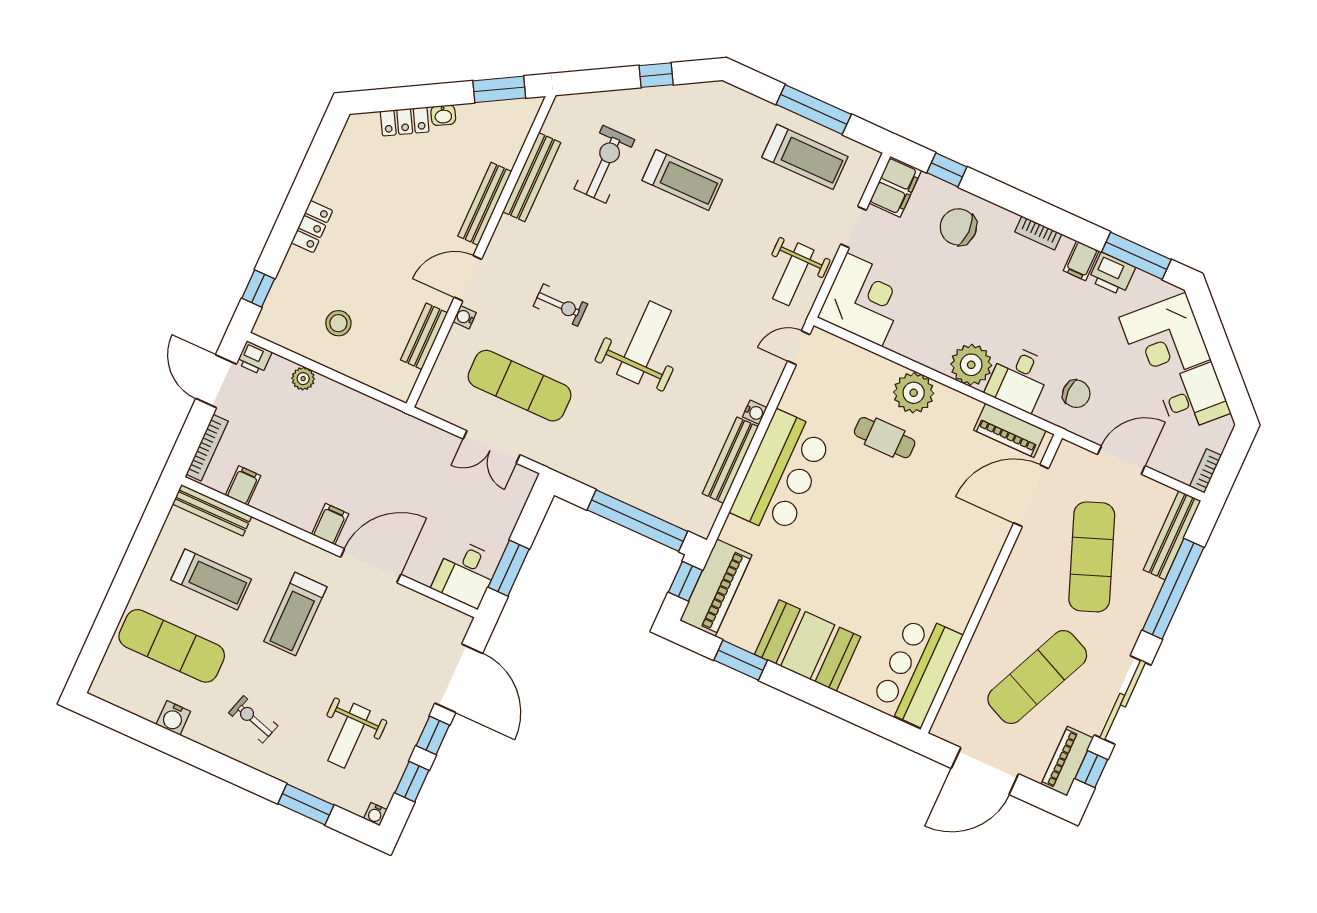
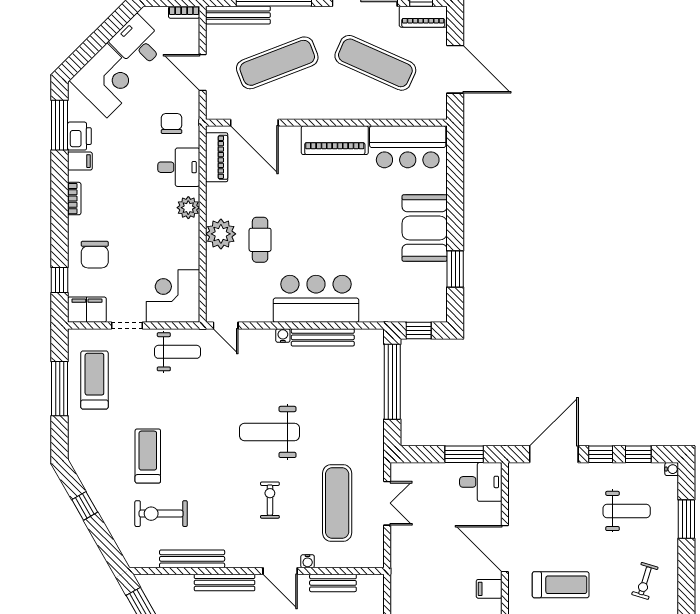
plant: (971, 365) -> (188, 208), width x0.73, depth x0.73
piano: (716, 588) -> (335, 140), moved, turned 180

